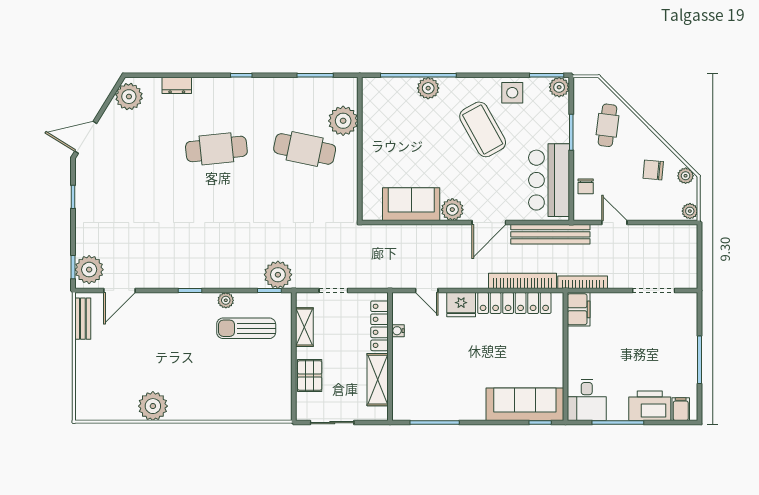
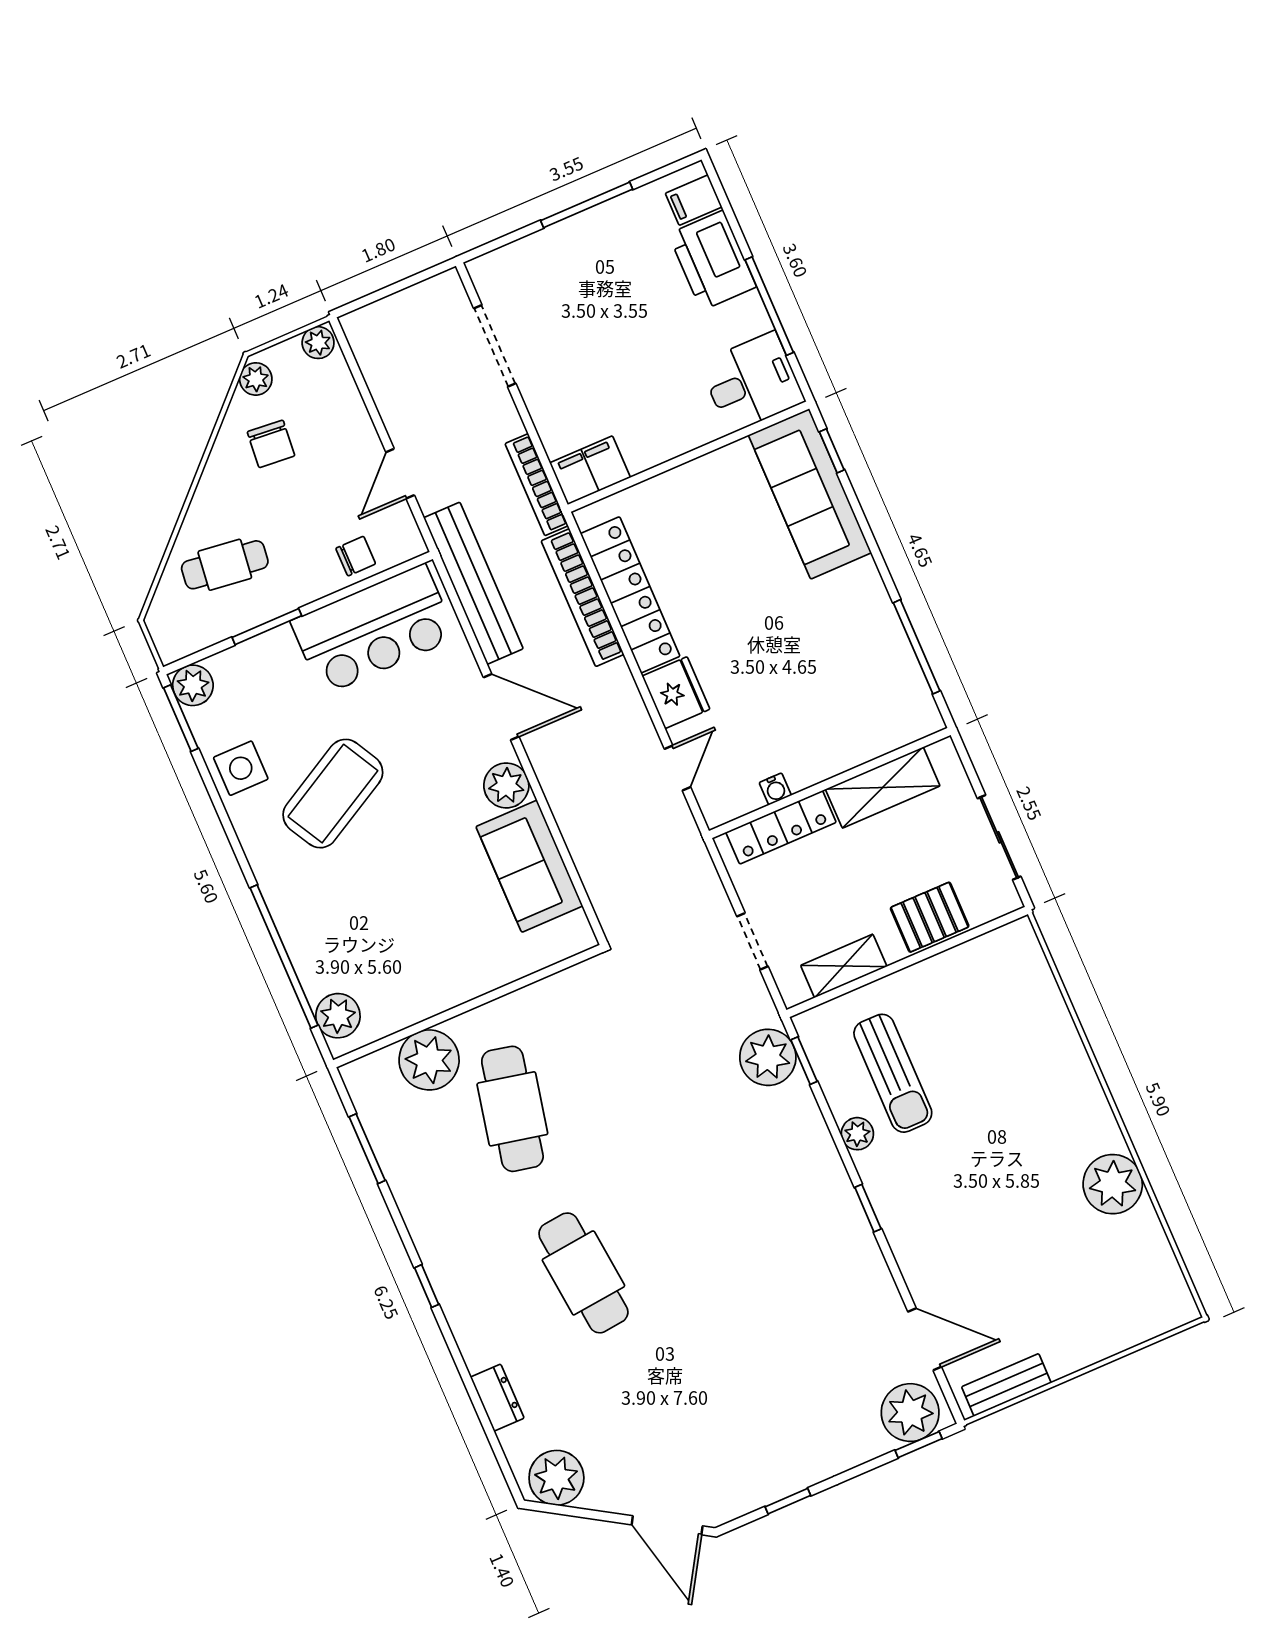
plant: (428, 88) -> (338, 1016), moved

